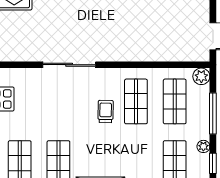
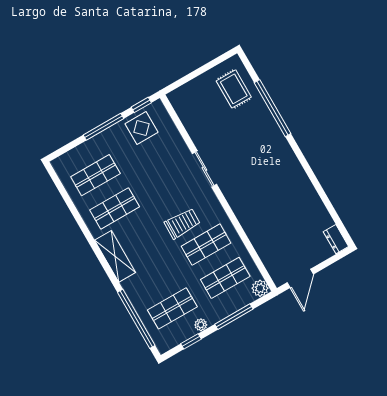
sliding door: (69, 65) -> (204, 169), width x0.73
trolley: (106, 112) -> (182, 223), width x1.36, depth x1.39

